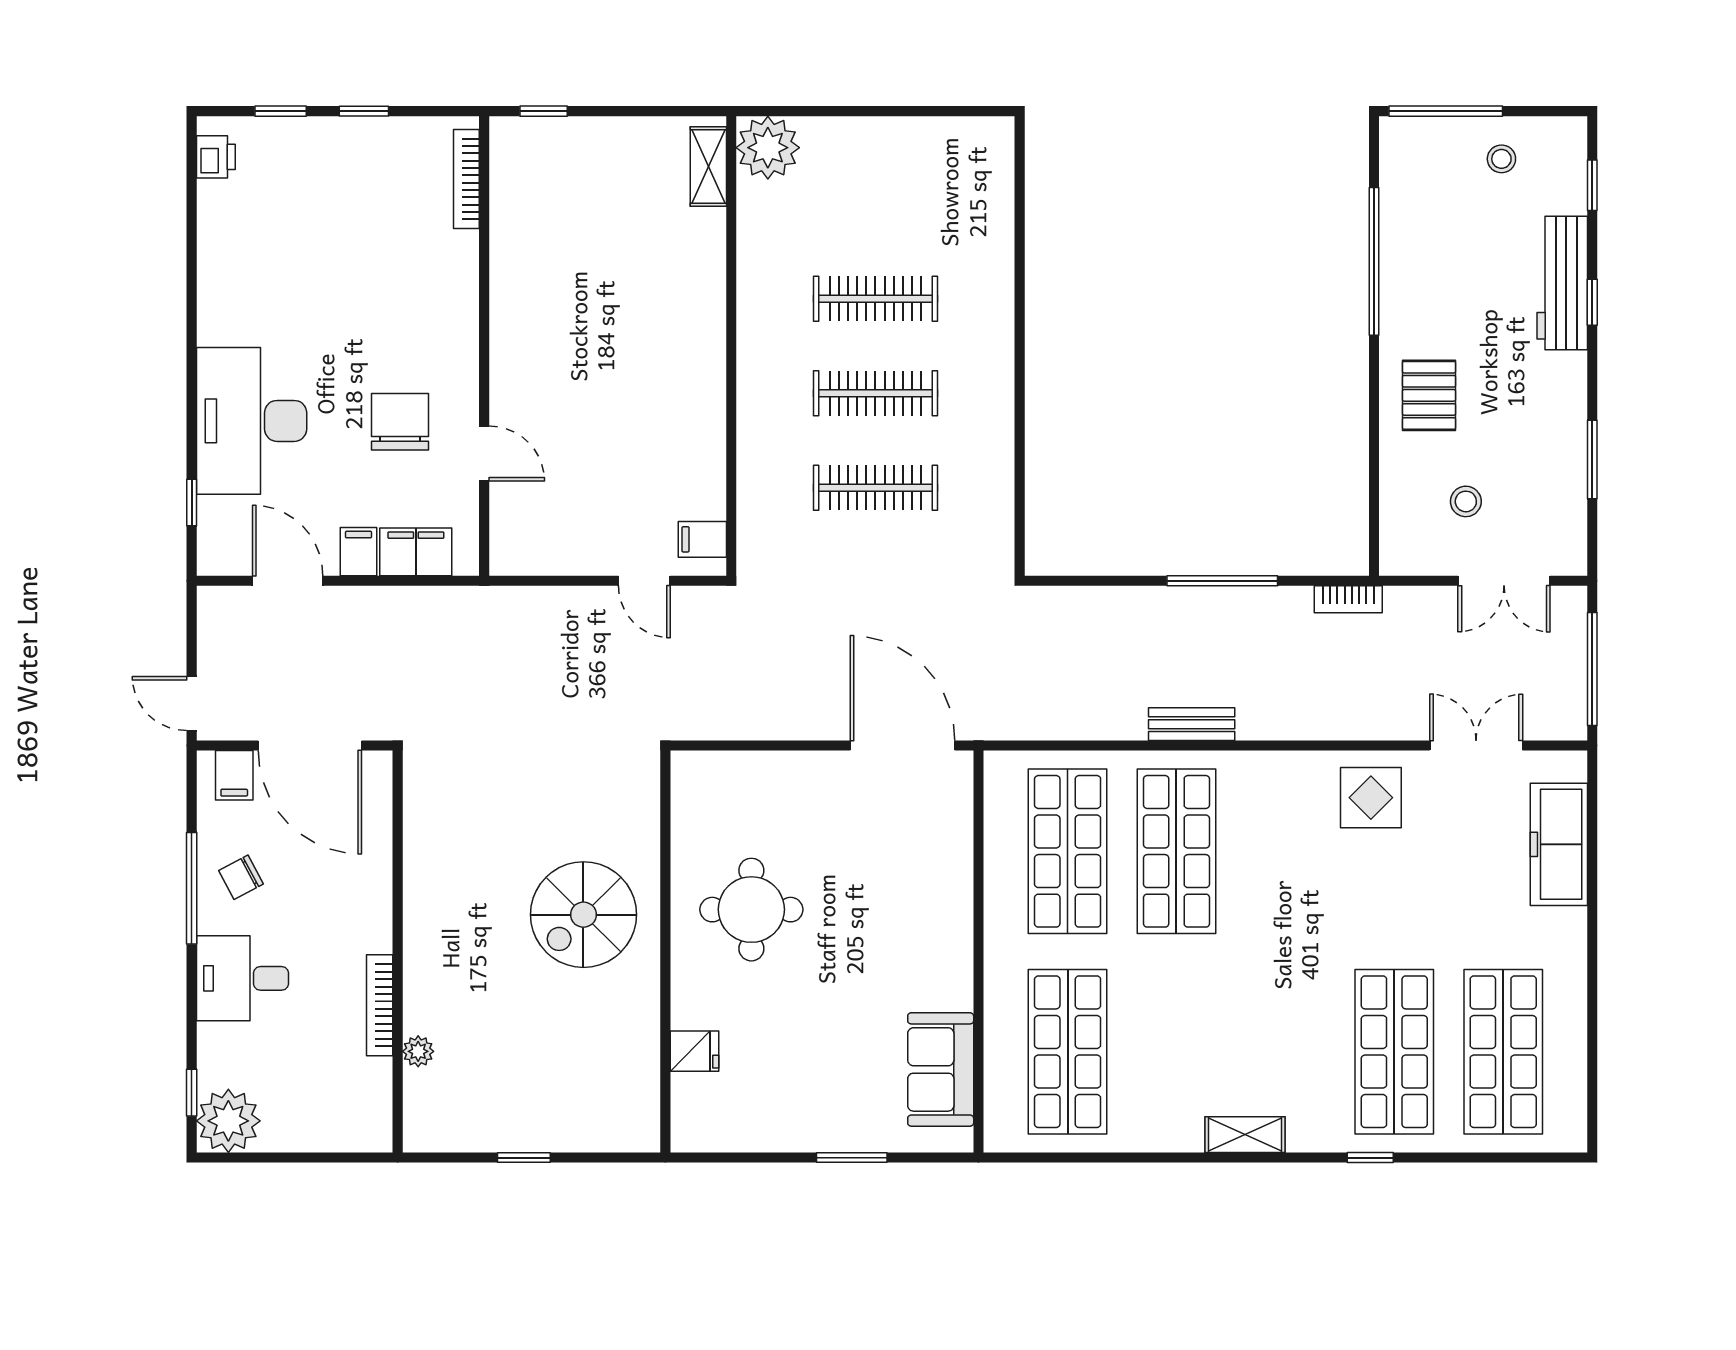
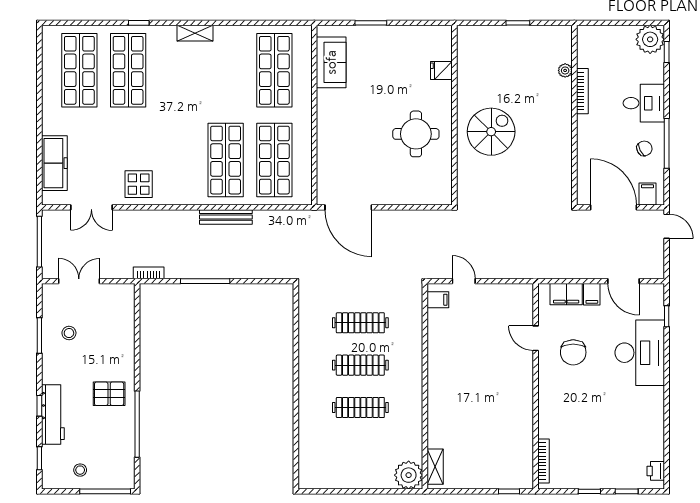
pallet: (1429, 395) -> (109, 394), moved, turned 90
stool: (1466, 501) -> (69, 333), moved
bench: (1192, 724) -> (226, 217), width x1.36

